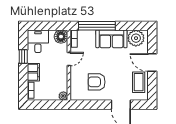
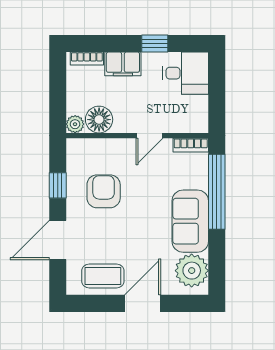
floor lamp: (61, 37) -> (99, 120), moved
door: (69, 59) -> (150, 136), hinge flipped
window: (94, 105) -> (58, 185), added

